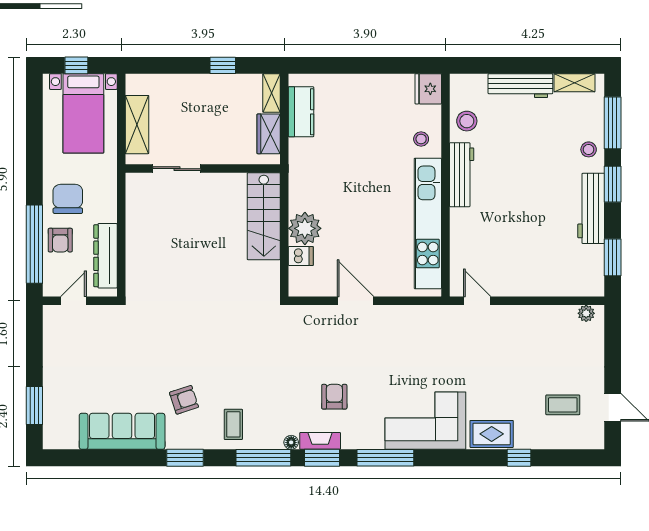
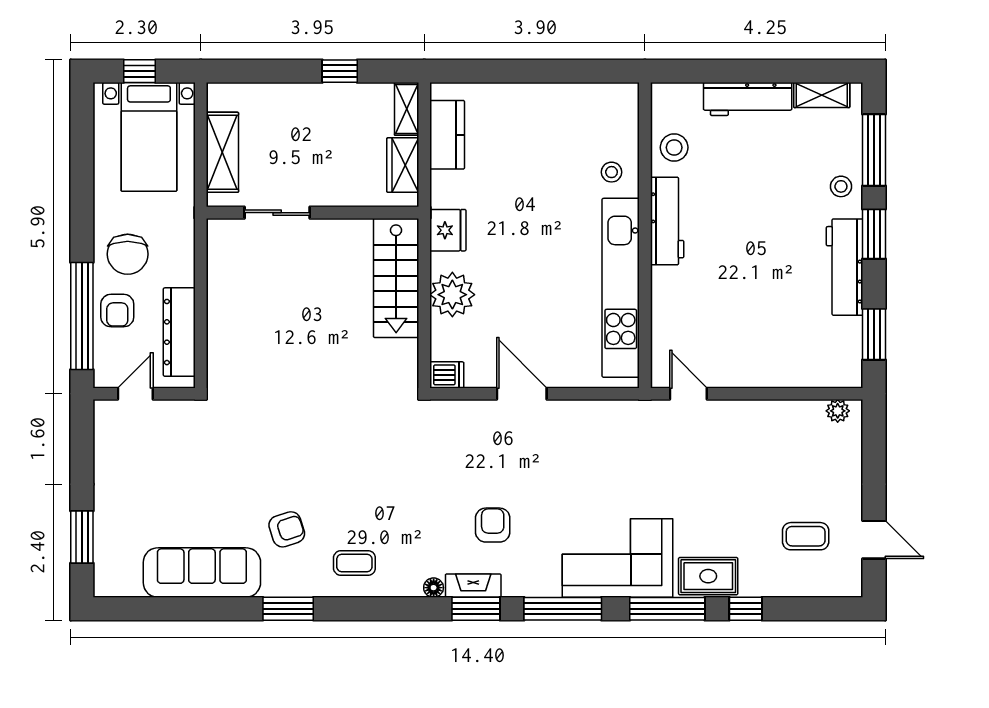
fridge: (428, 89) -> (448, 230), moved, turned 180
chair: (68, 199) -> (128, 254), turned 180
dishwasher: (301, 256) -> (447, 375), moved
coffee table: (233, 424) -> (354, 563), turned 90
window: (263, 458) -> (667, 609), moved

